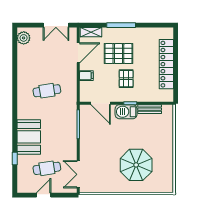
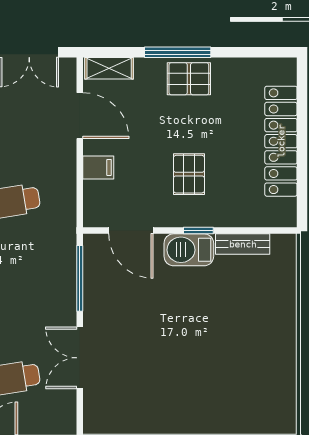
door: (78, 53) -> (80, 116), hinge flipped
pallet: (118, 54) -> (189, 79), moved, width x0.67, depth x0.71
parasol: (136, 165) -> (212, 371), removed
double door: (78, 174) -> (80, 358), moved

